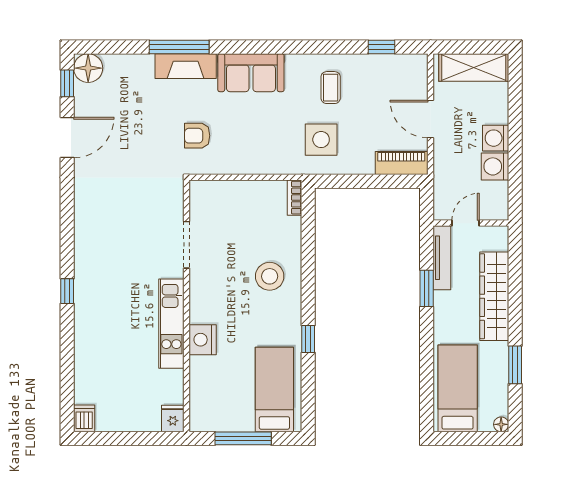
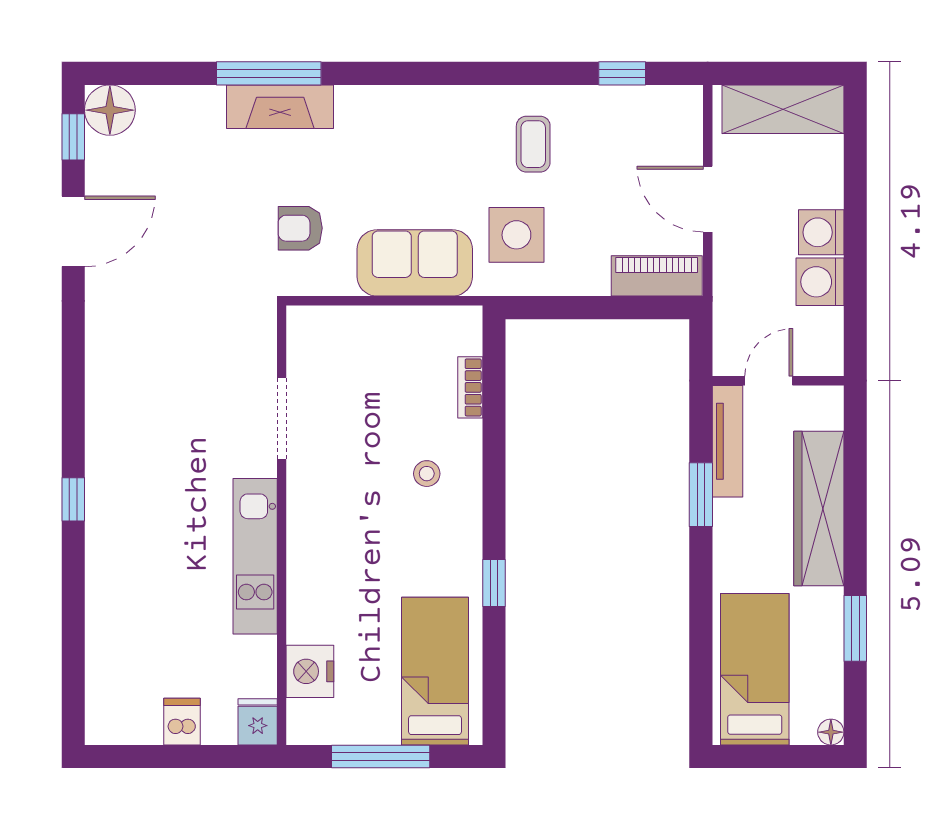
sofa: (251, 73) -> (415, 263), moved, turned 180
bookcase: (295, 198) -> (470, 387), moved
stool: (270, 276) -> (427, 474), width x0.53, depth x0.53
nightstand: (203, 340) -> (310, 671), moved
dishwasher: (84, 418) -> (182, 722), moved

